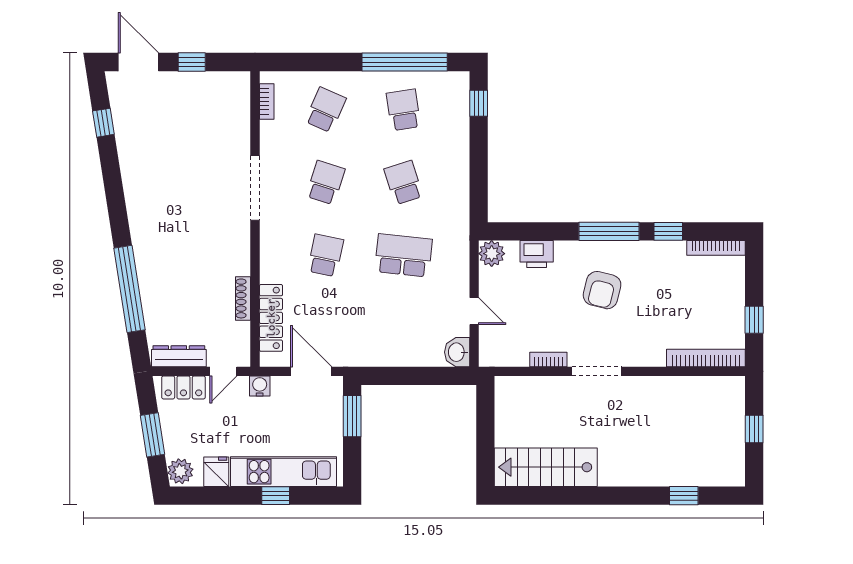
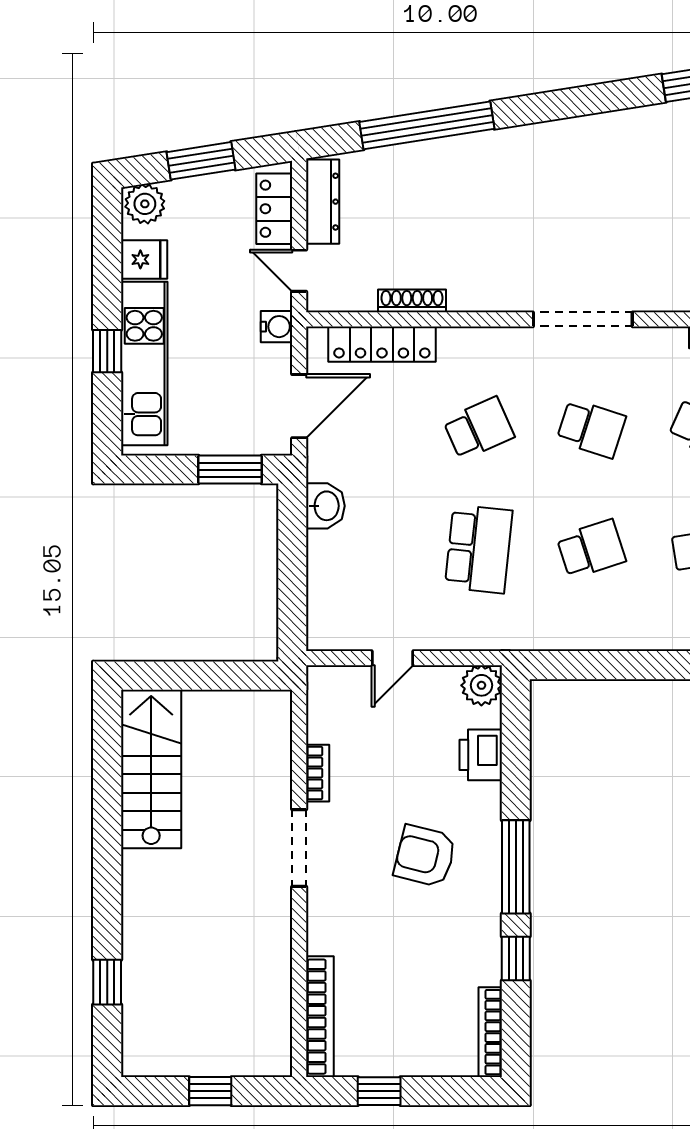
school desk: (326, 255) -> (479, 428), turned -36
washbasin: (457, 352) -> (325, 506), moved, turned 90

